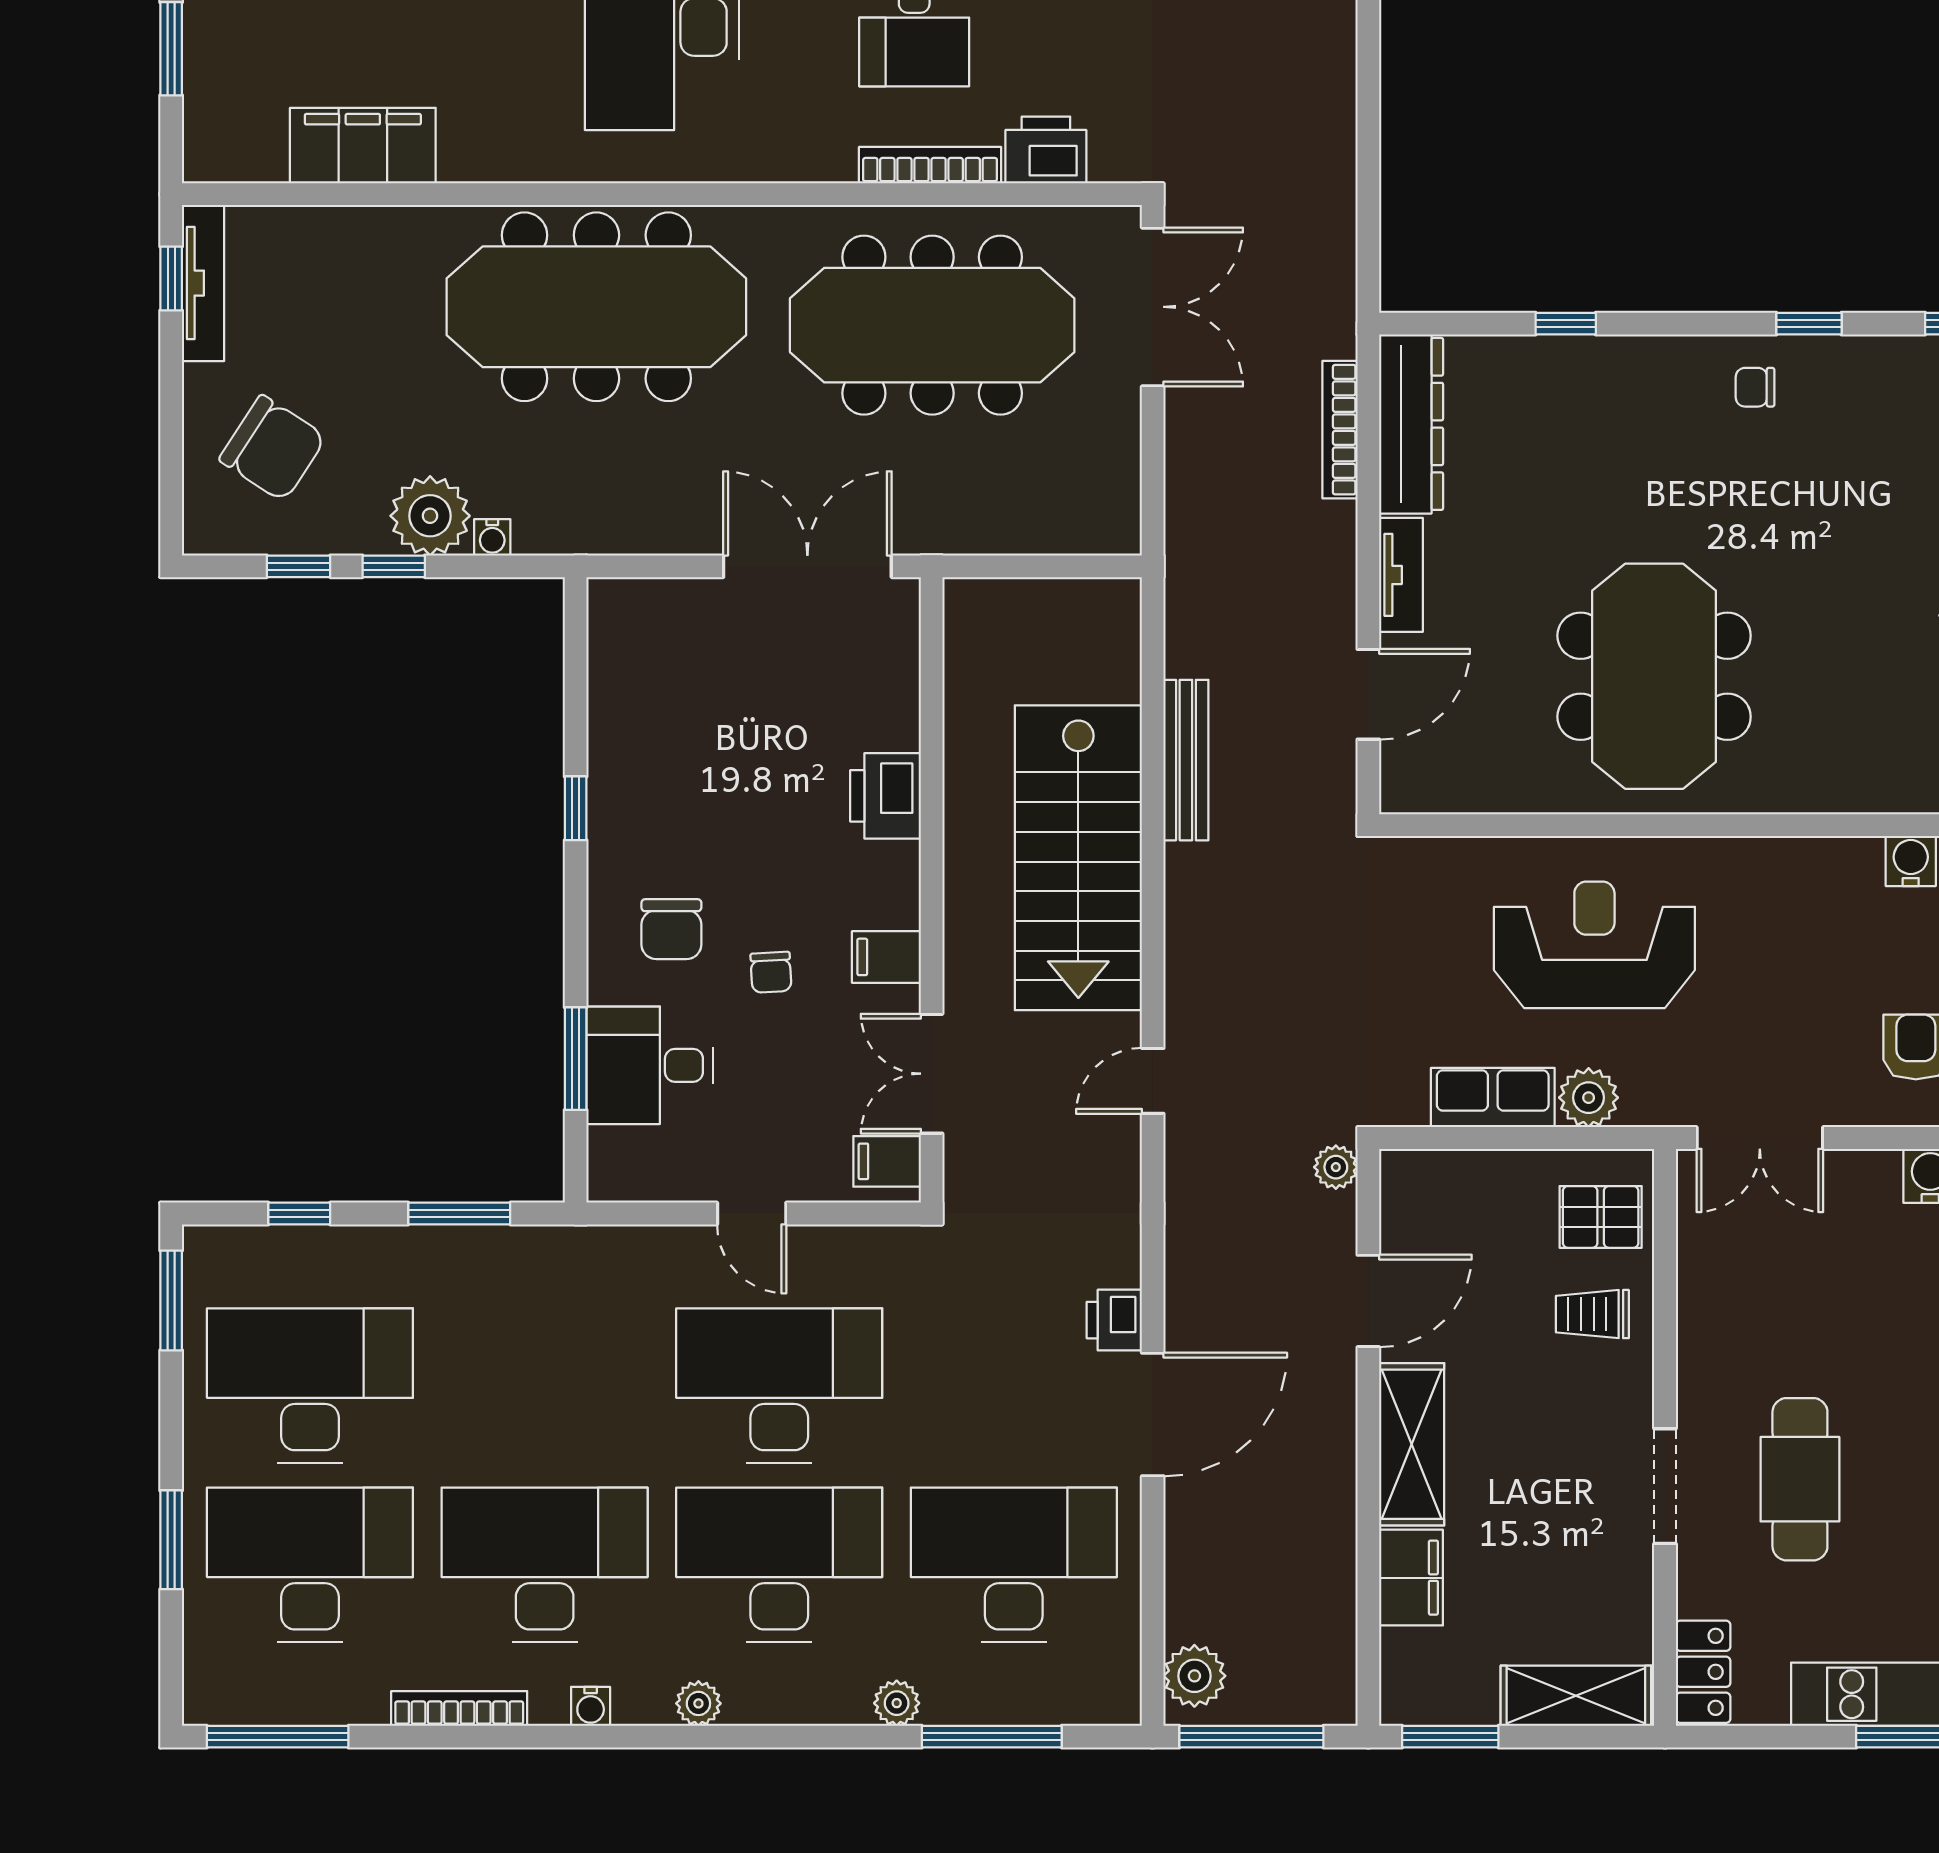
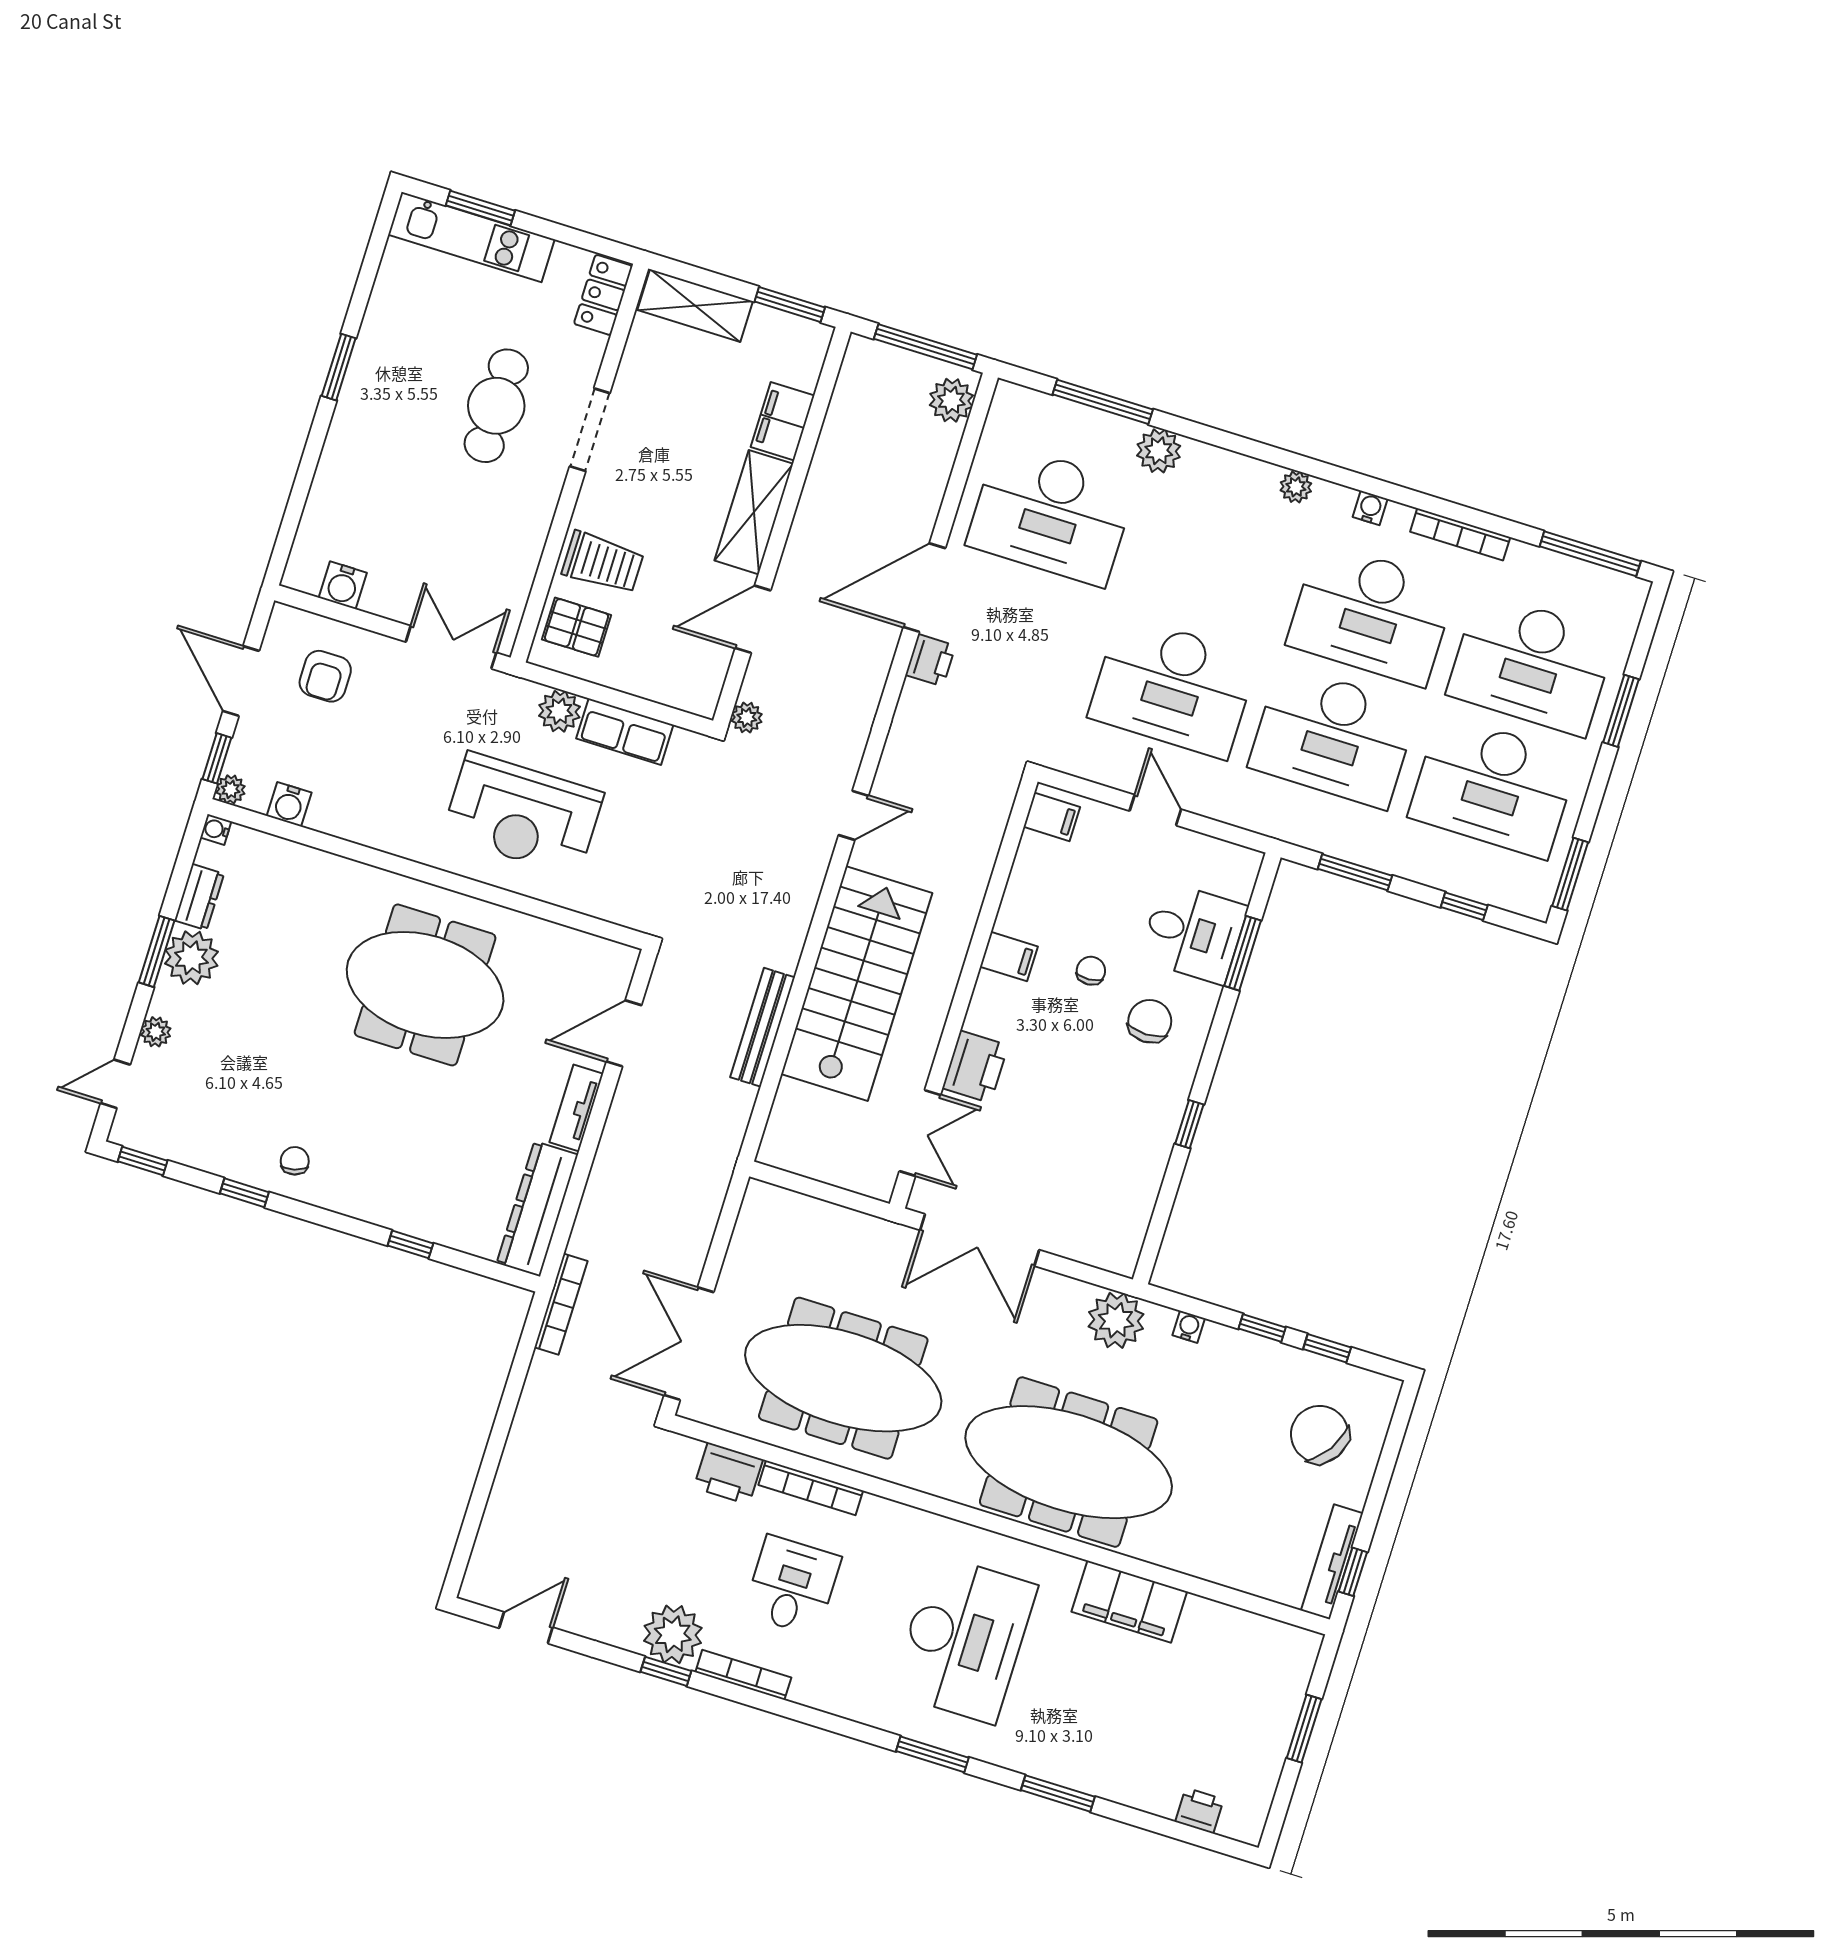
filing cabinet: (363, 146) -> (1129, 1602), moved
chair: (1755, 387) -> (295, 1161), turned -105
bookcase: (1340, 430) -> (561, 1304), moved
plant: (430, 516) -> (1116, 1320), moved
meeting table: (1654, 676) -> (425, 985), turned 90
double door: (932, 1074) -> (920, 1133), moved
trolley: (1592, 1314) -> (603, 563), width x1.36, depth x1.39
desk: (779, 1565) -> (1333, 737), moved
plant: (897, 1703) -> (1159, 451), width x1.38, depth x1.38

